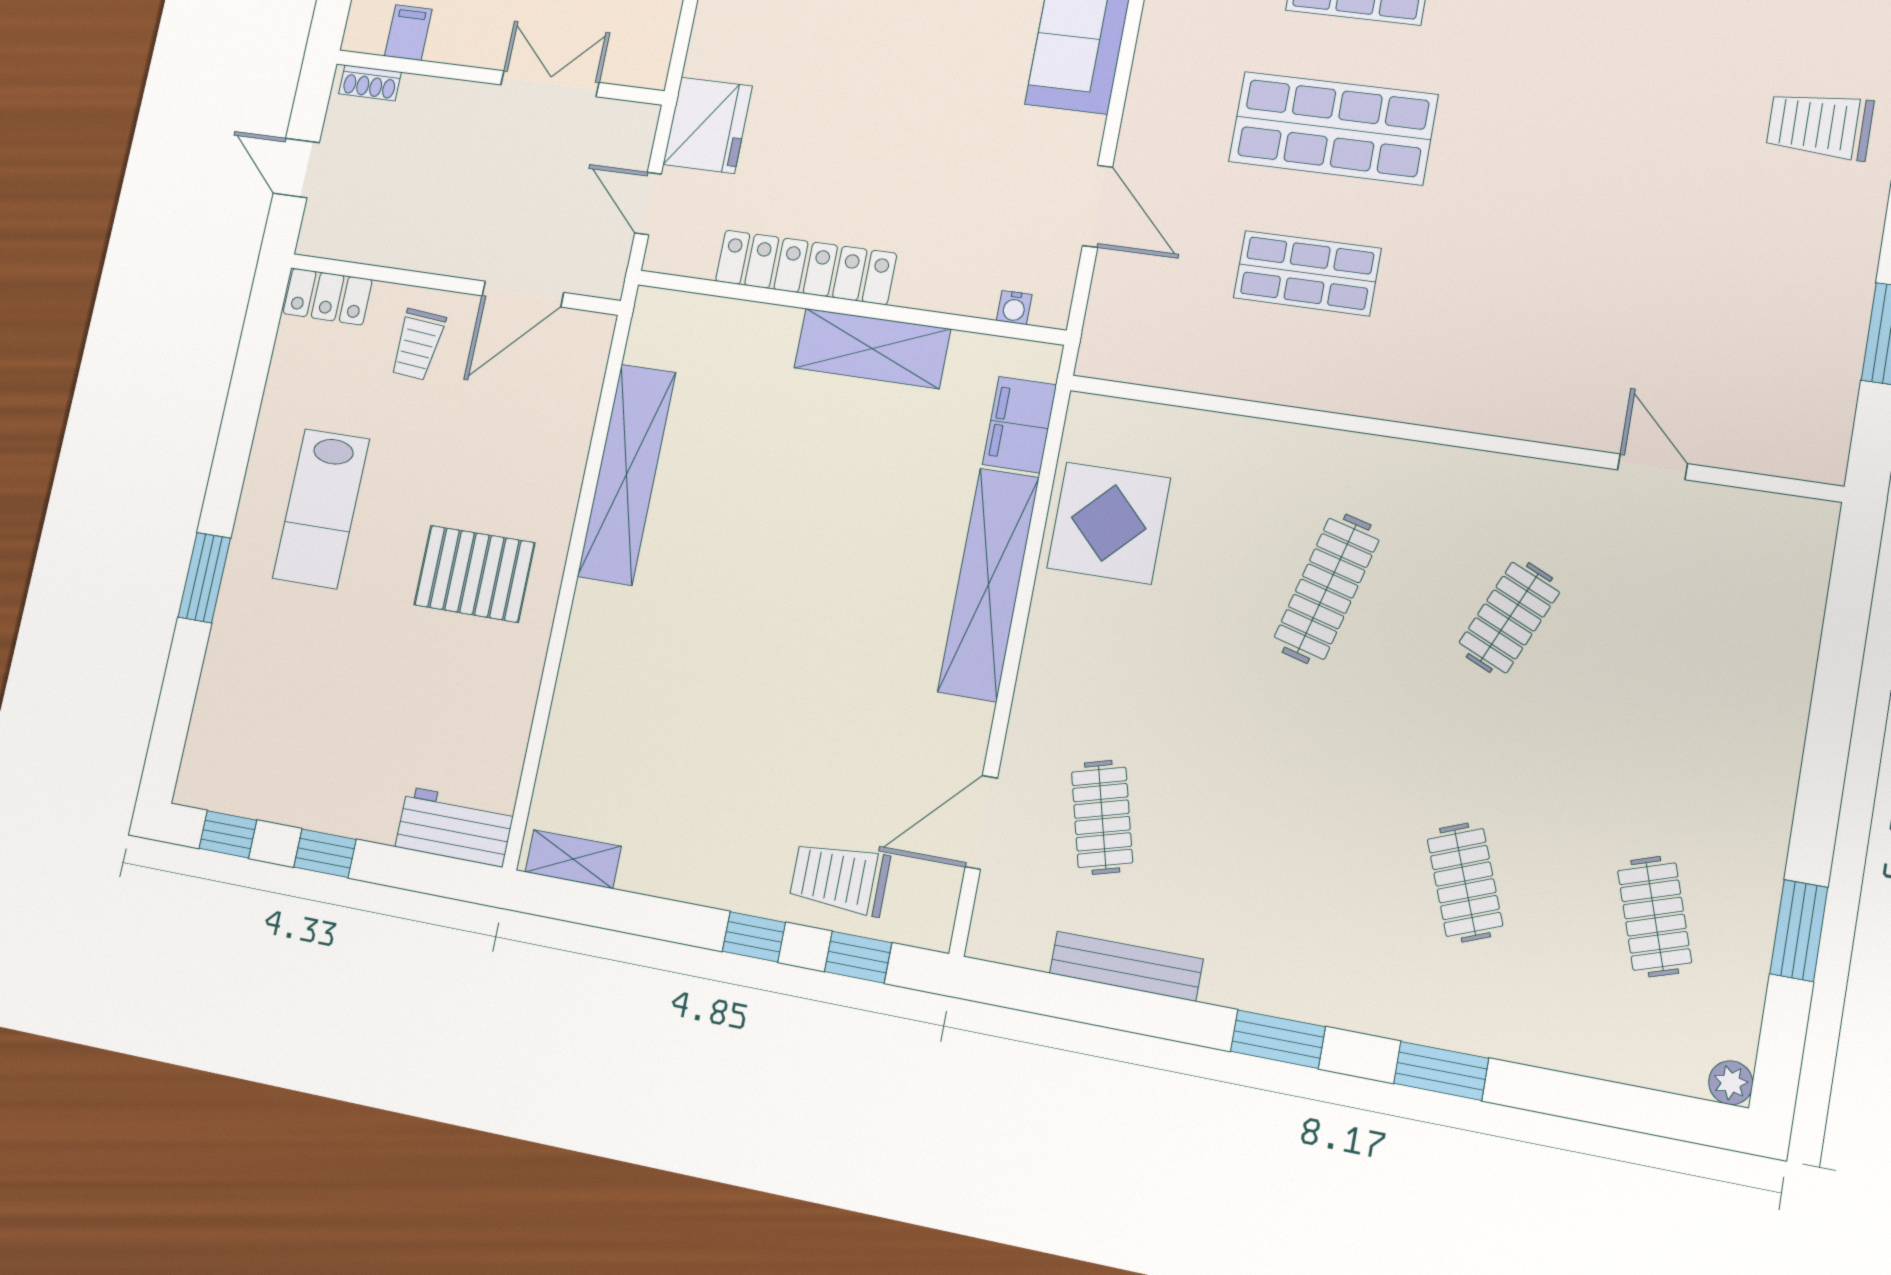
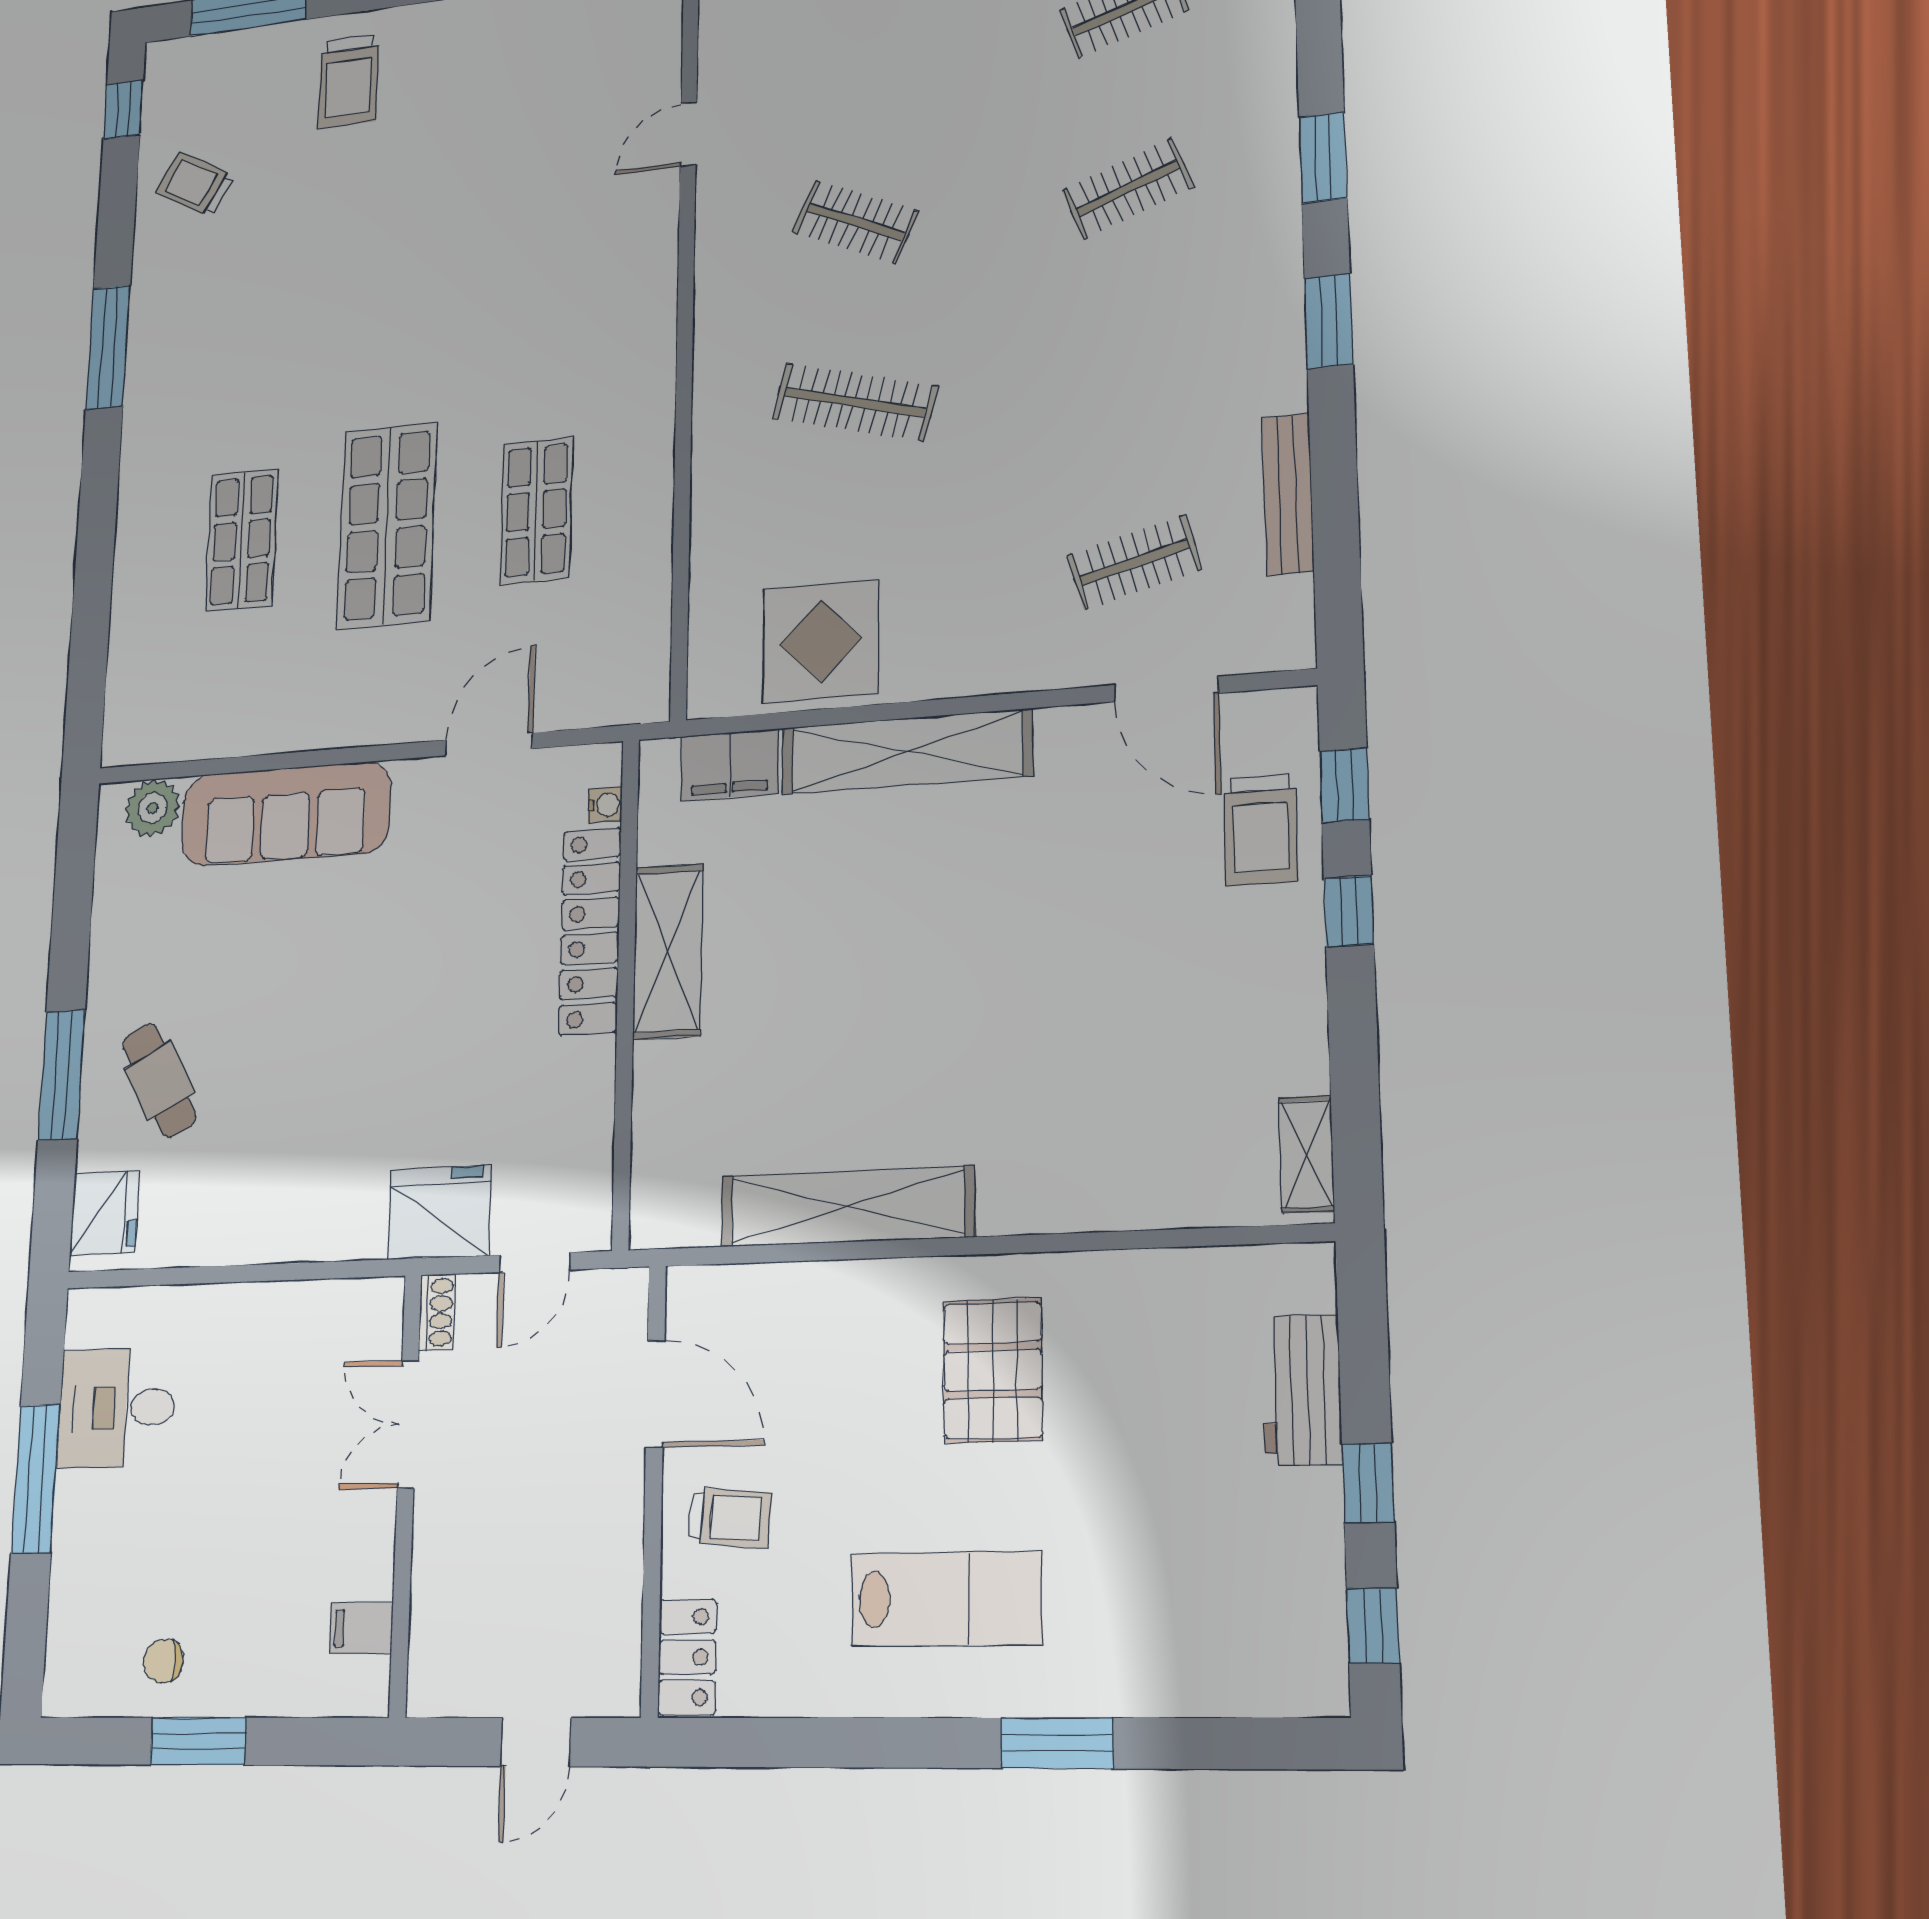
shoe rack: (370, 83) -> (437, 1312), moved
locker: (806, 267) -> (590, 931), moved
workbench: (455, 827) -> (1302, 1390), moved

